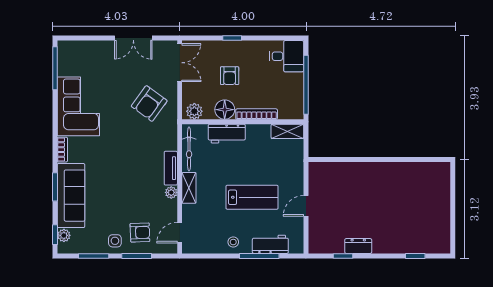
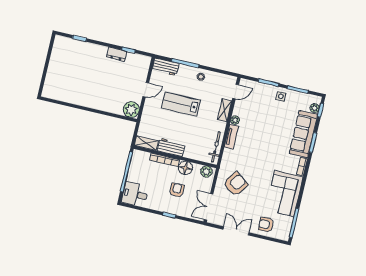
workbench: (227, 134) -> (171, 147), moved
plant: (320, 173) -> (131, 110), added
shelving: (189, 188) -> (225, 110), moved
armchair: (140, 233) -> (266, 225), moved
workbench: (270, 244) -> (166, 67), moved

